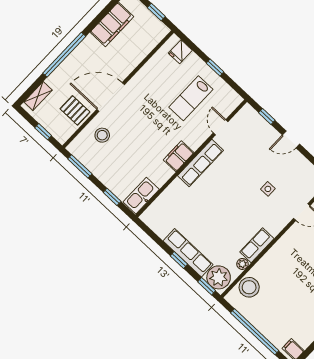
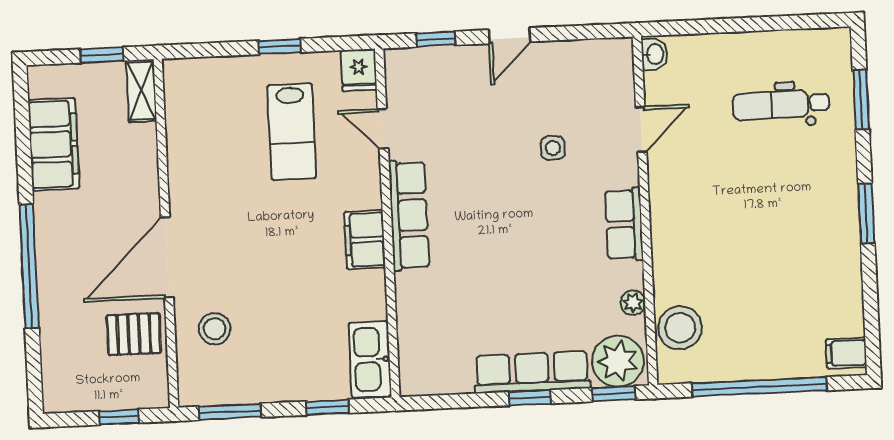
fridge: (180, 52) -> (359, 70), moved
shelving: (38, 96) -> (141, 91), moved
row of seats: (257, 245) -> (624, 224), moved

